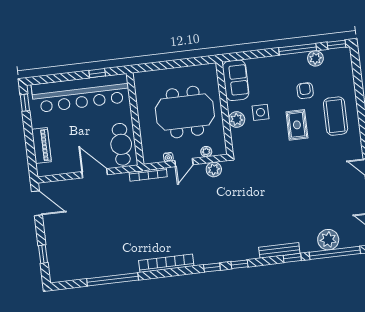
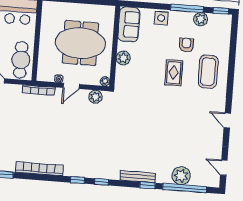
side table: (260, 112) -> (161, 18), moved
plant: (206, 152) -> (105, 81), moved

